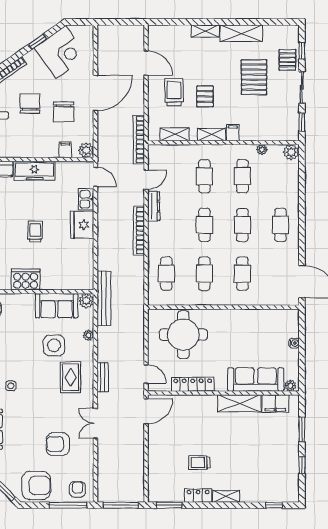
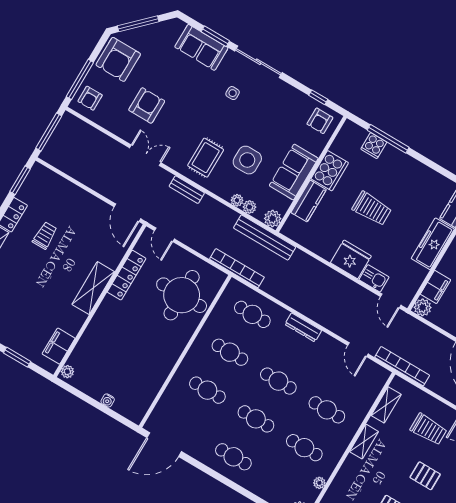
pallet: (205, 96) -> (425, 476), moved
filing cabinet: (233, 133) -> (353, 464), removed
filing cabinet: (65, 150) -> (436, 287), width x2.00
door: (95, 177) -> (391, 301), hinge flipped
dresser: (154, 206) -> (303, 327), moved
trolley: (35, 231) -> (372, 209), width x1.36, depth x1.39
bookcase: (139, 231) -> (237, 268), moved
kitchen counter: (57, 282) -> (309, 201), added
sofa: (57, 306) -> (294, 172), moved
plant: (88, 323) -> (249, 207), added
door: (146, 374) -> (164, 235), hinge flipped
rug: (71, 377) -> (206, 158), turned 90
sofa: (256, 379) -> (94, 341), removed
shelving: (239, 403) -> (93, 288), moved
armchair: (77, 489) -> (90, 98), turned 90

